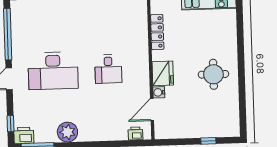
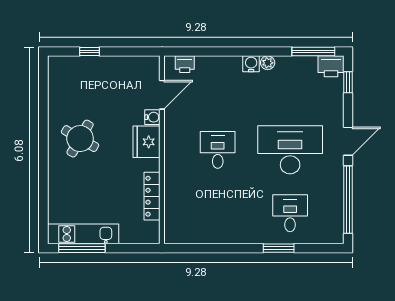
desk: (52, 22) -> (290, 213), added
round table: (213, 74) -> (80, 139), turned 30
plant: (67, 132) -> (268, 63), width x0.53, depth x0.53
water cooler: (85, 135) -> (251, 64), added

